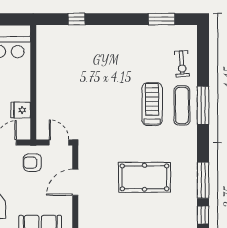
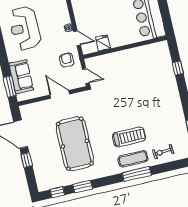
door: (59, 142) -> (86, 76), hinge flipped
pool table: (144, 177) -> (75, 144), width x1.36, depth x1.32
window: (203, 180) -> (83, 186), width x0.69

